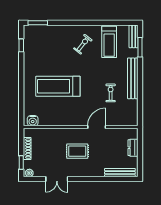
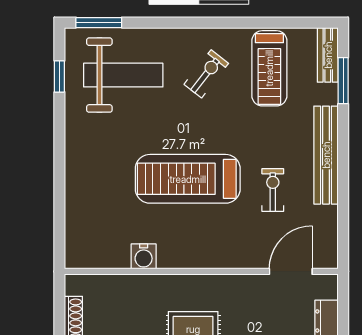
weight bench: (48, 45) -> (123, 75), added
treadmill: (58, 86) -> (188, 179), moved
water cooler: (33, 121) -> (144, 256), moved
door: (97, 127) -> (291, 271), moved

